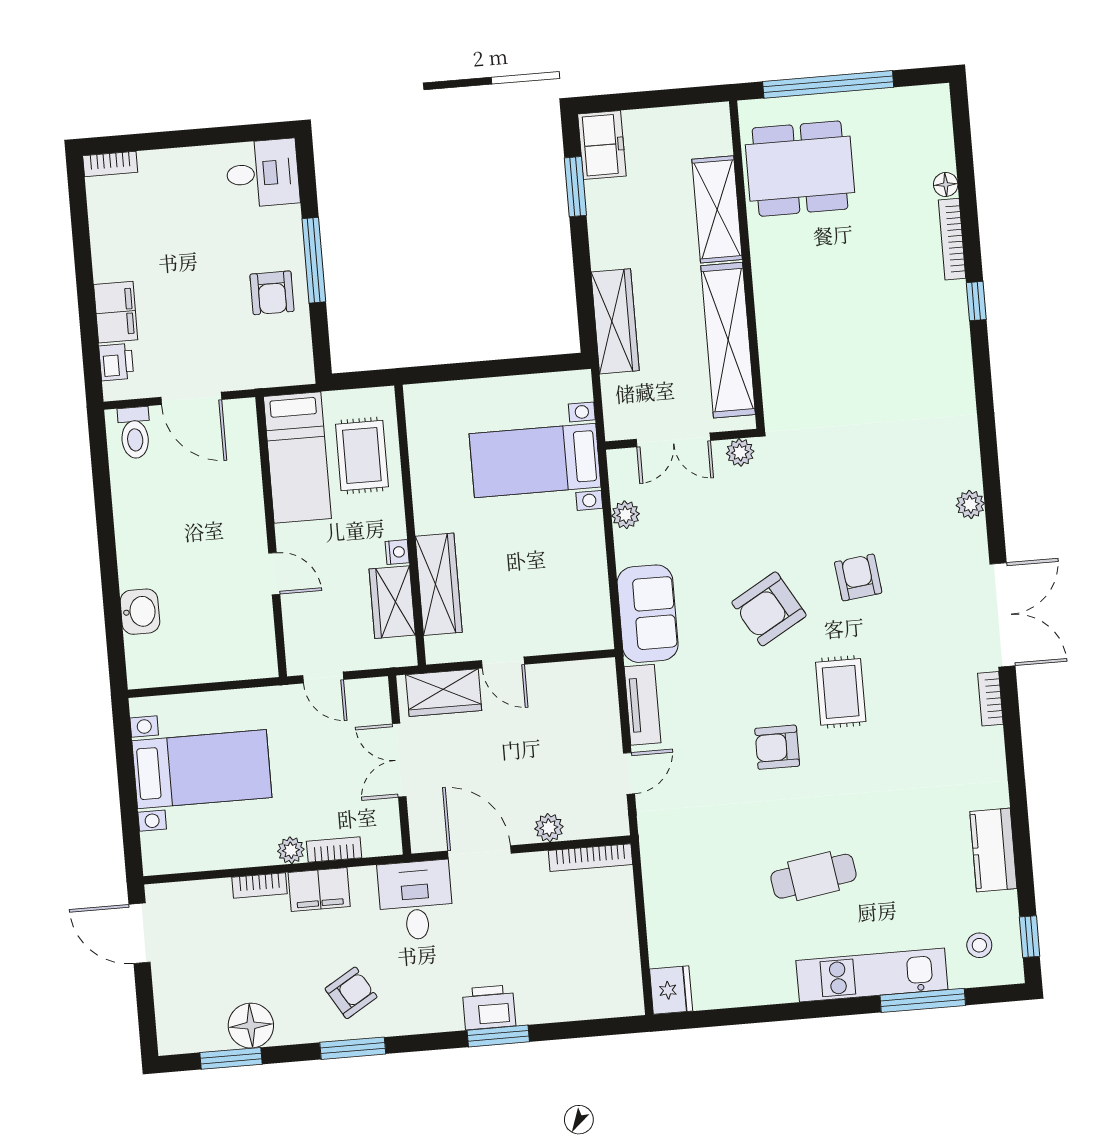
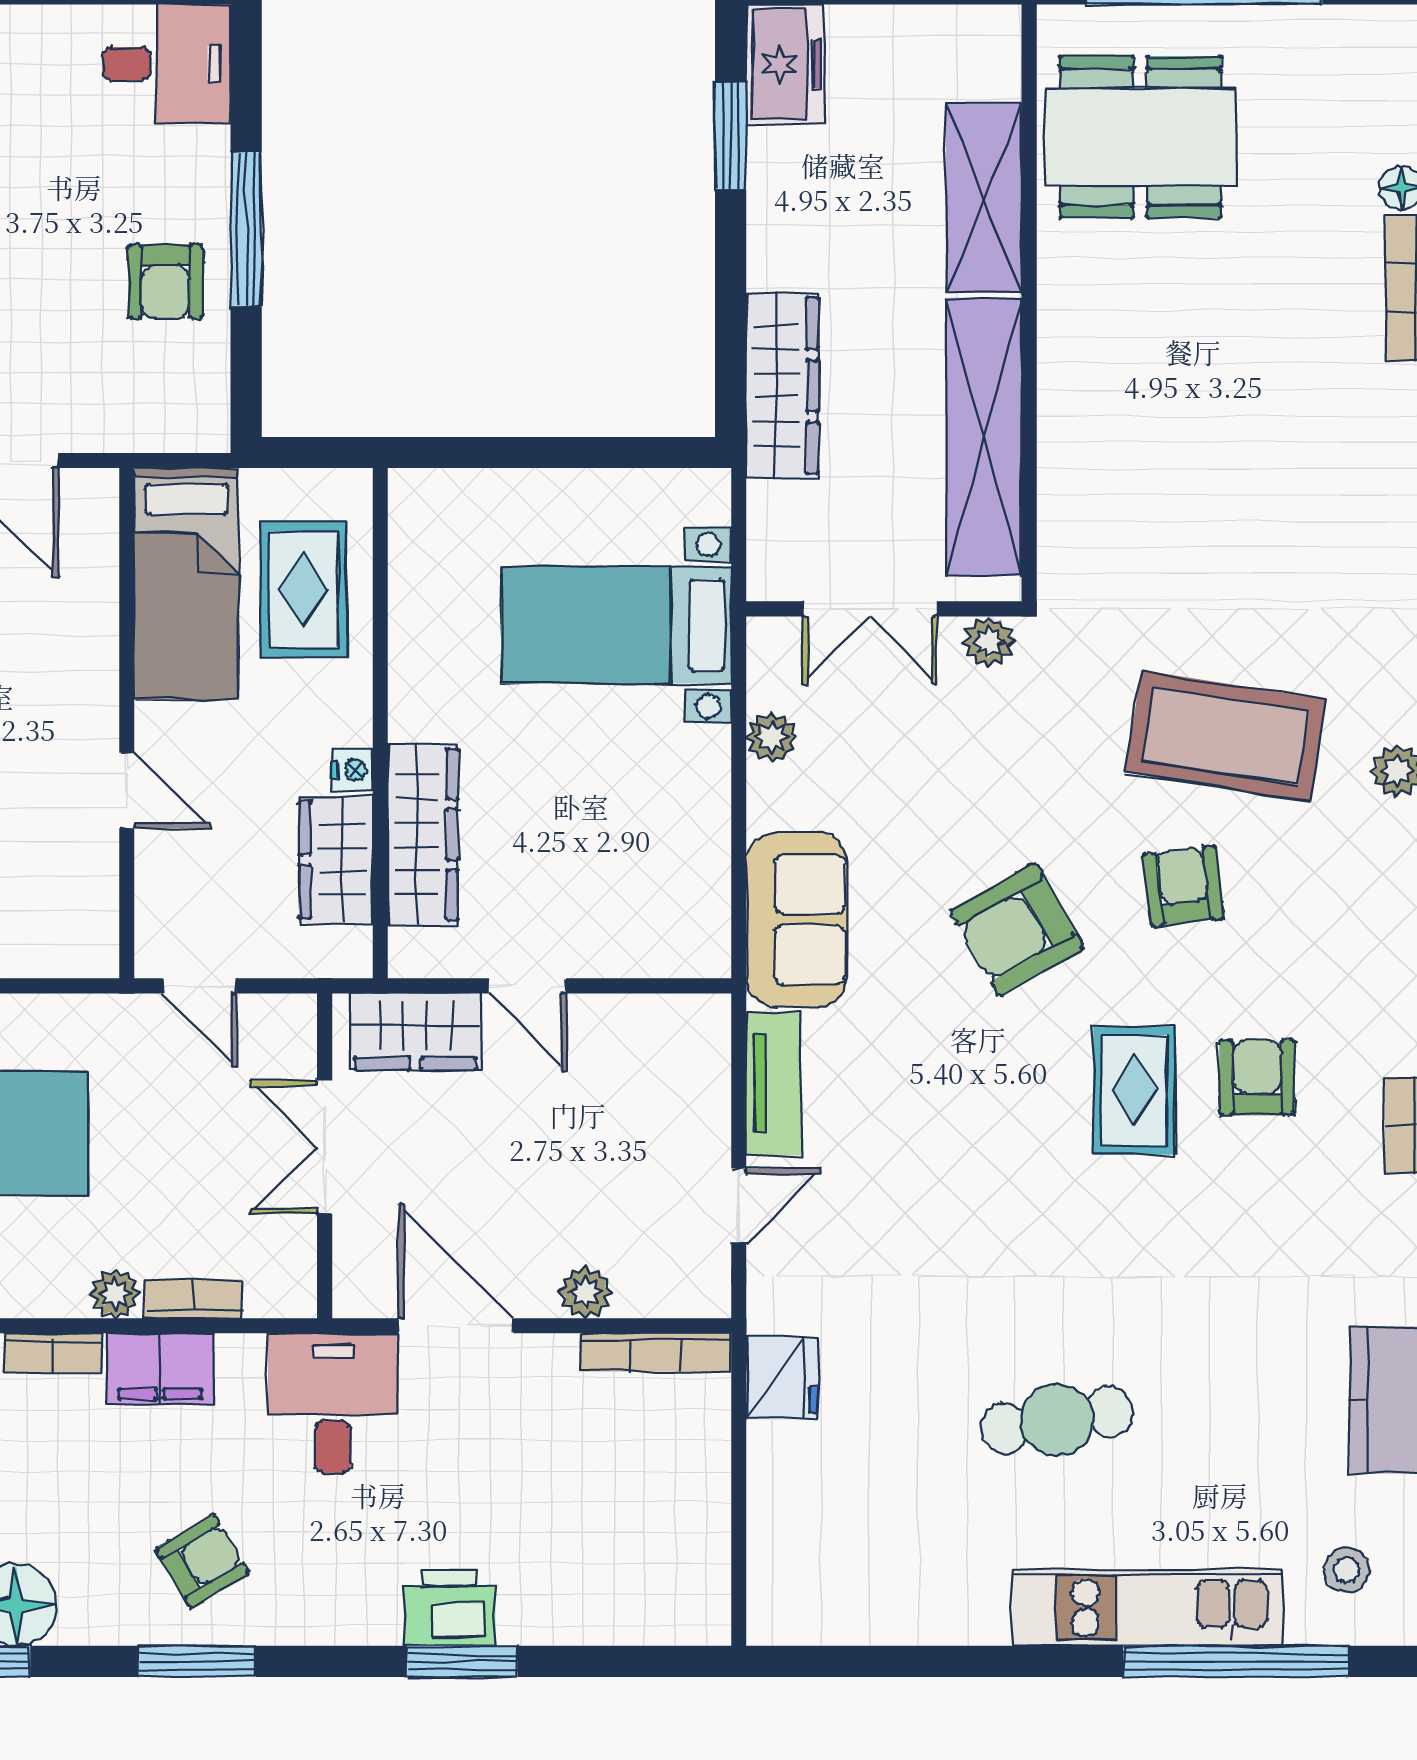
coffee table: (875, 493) -> (1226, 736), added
armchair: (777, 747) -> (1257, 1078), moved, turned 90
fridge: (671, 990) -> (782, 1378), moved
window: (923, 1000) -> (1236, 1661), width x1.46

